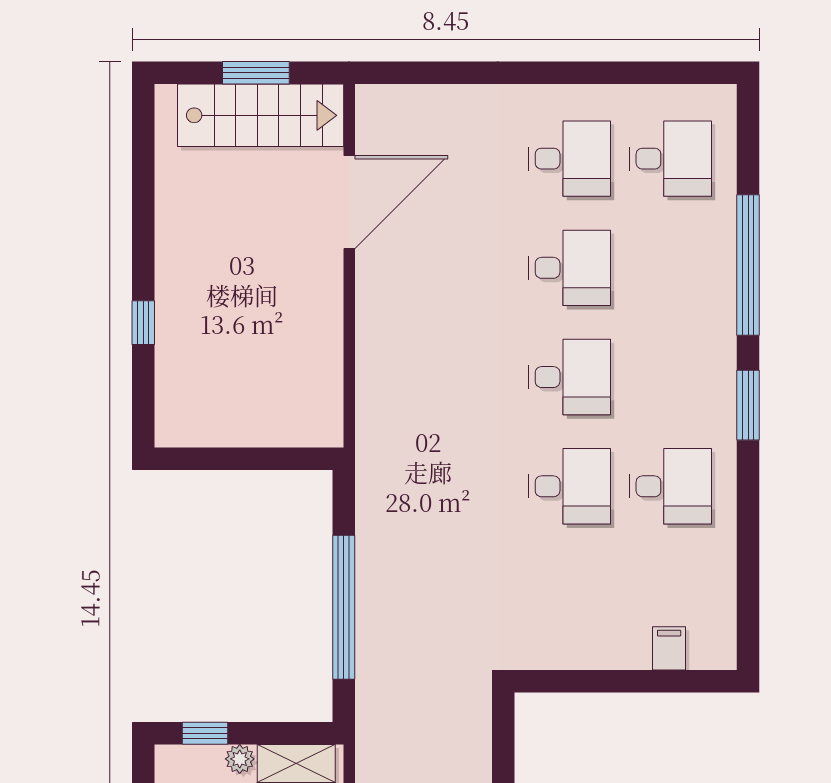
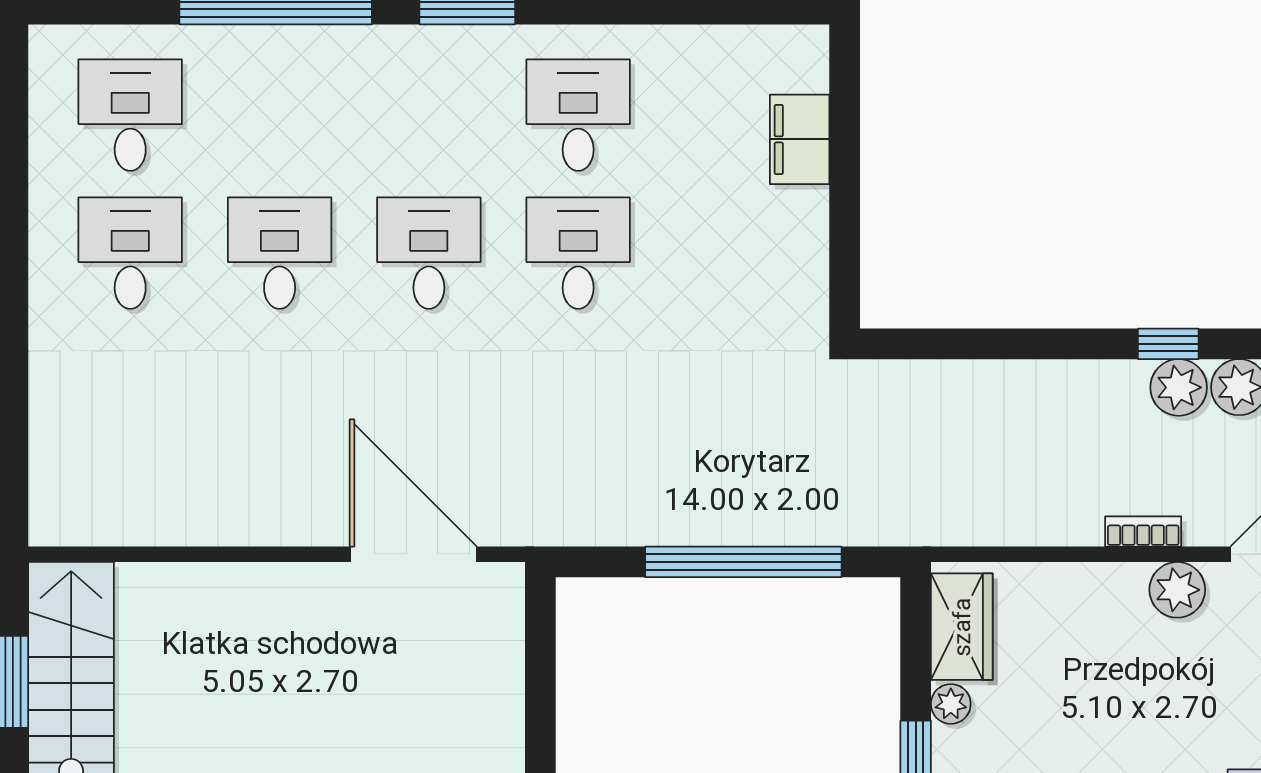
door: (349, 202) -> (413, 554), moved
filing cabinet: (669, 648) -> (800, 139), width x2.00

